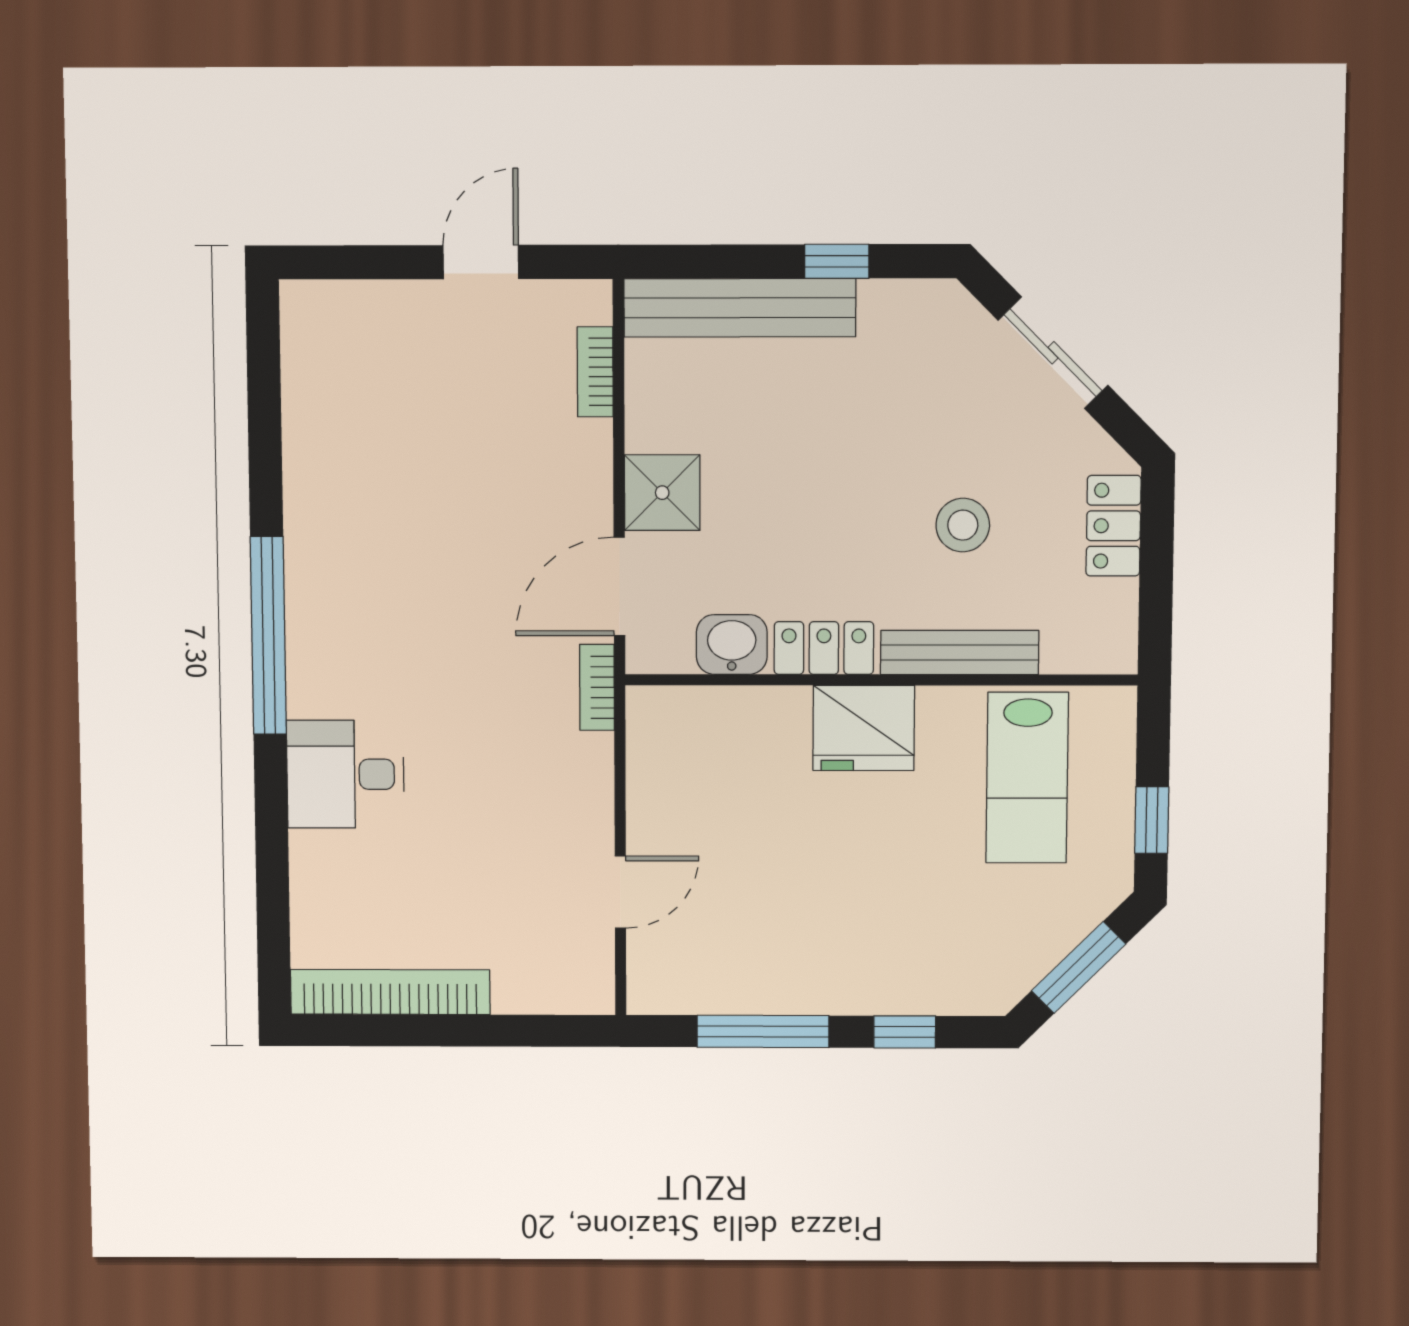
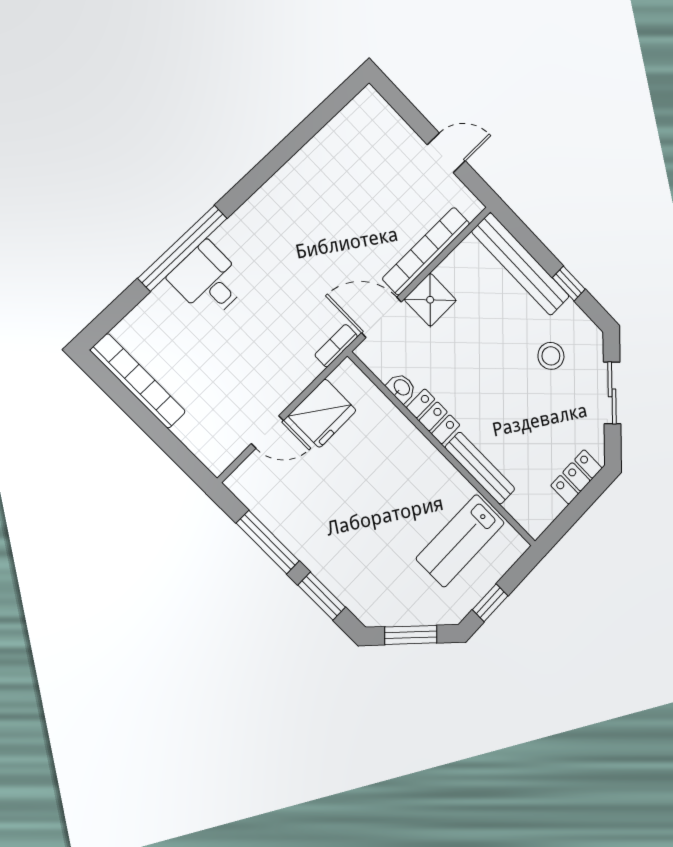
bookcase: (595, 372) -> (426, 251), width x2.31, depth x1.31
stool: (963, 525) -> (551, 356), moved
window: (268, 636) -> (183, 248), moved
washbasin: (732, 644) -> (401, 388), width x0.72, depth x0.69
fridge: (864, 728) -> (322, 413), moved, turned -90
window: (905, 1032) -> (322, 596), width x1.50

